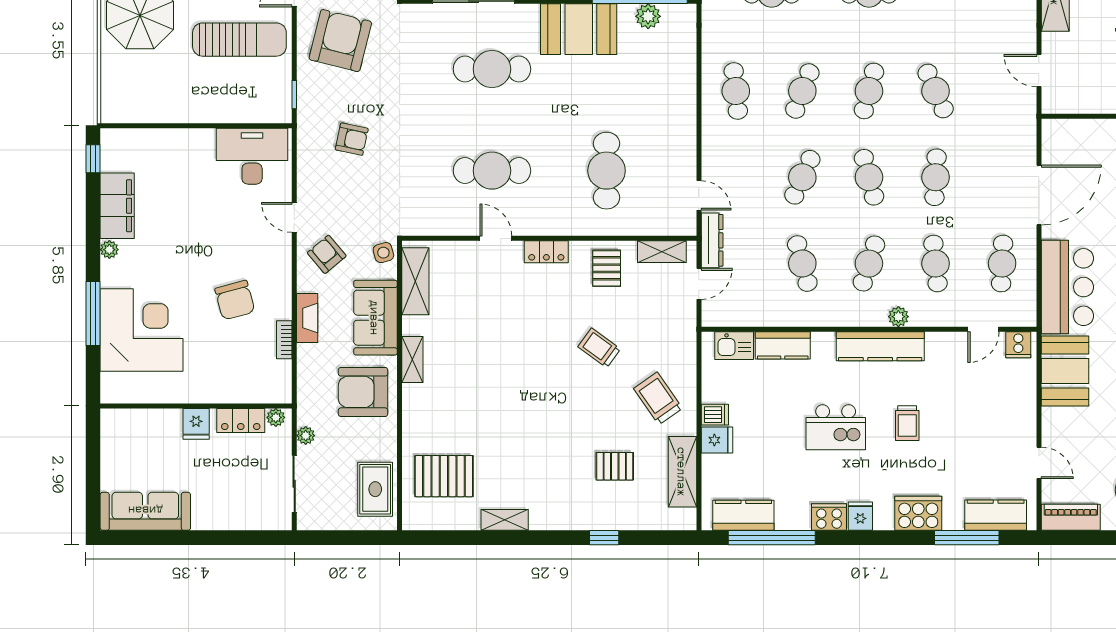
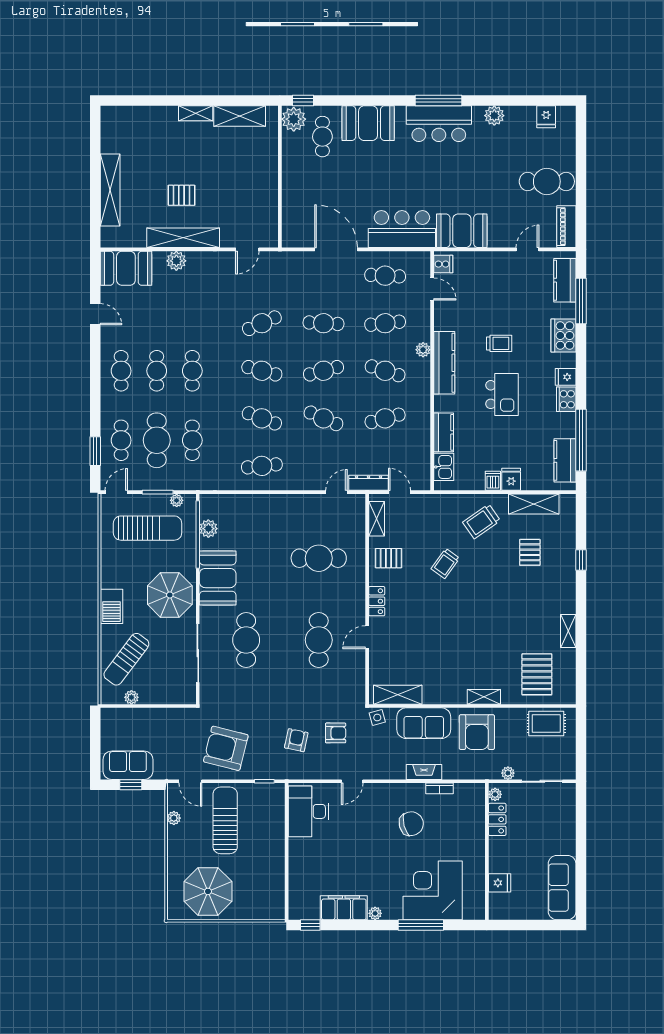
armchair: (327, 254) -> (336, 733), moved, turned -140
shelving: (412, 360) -> (484, 697), moved
fridge: (196, 424) -> (500, 883), moved

